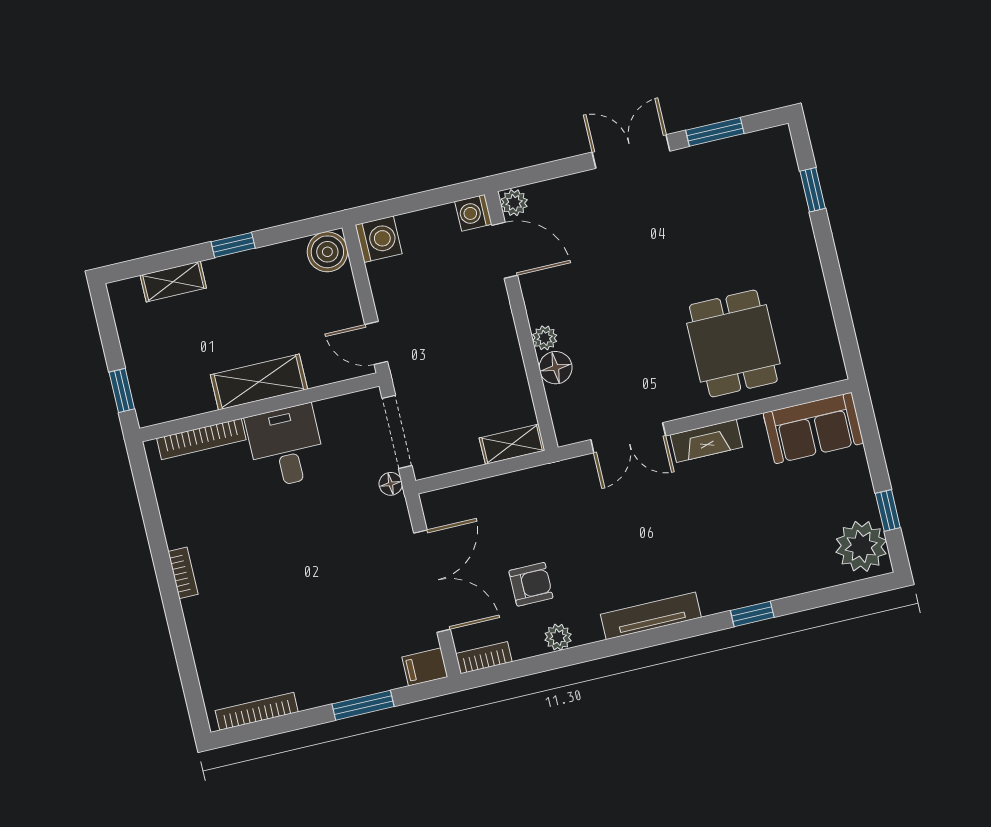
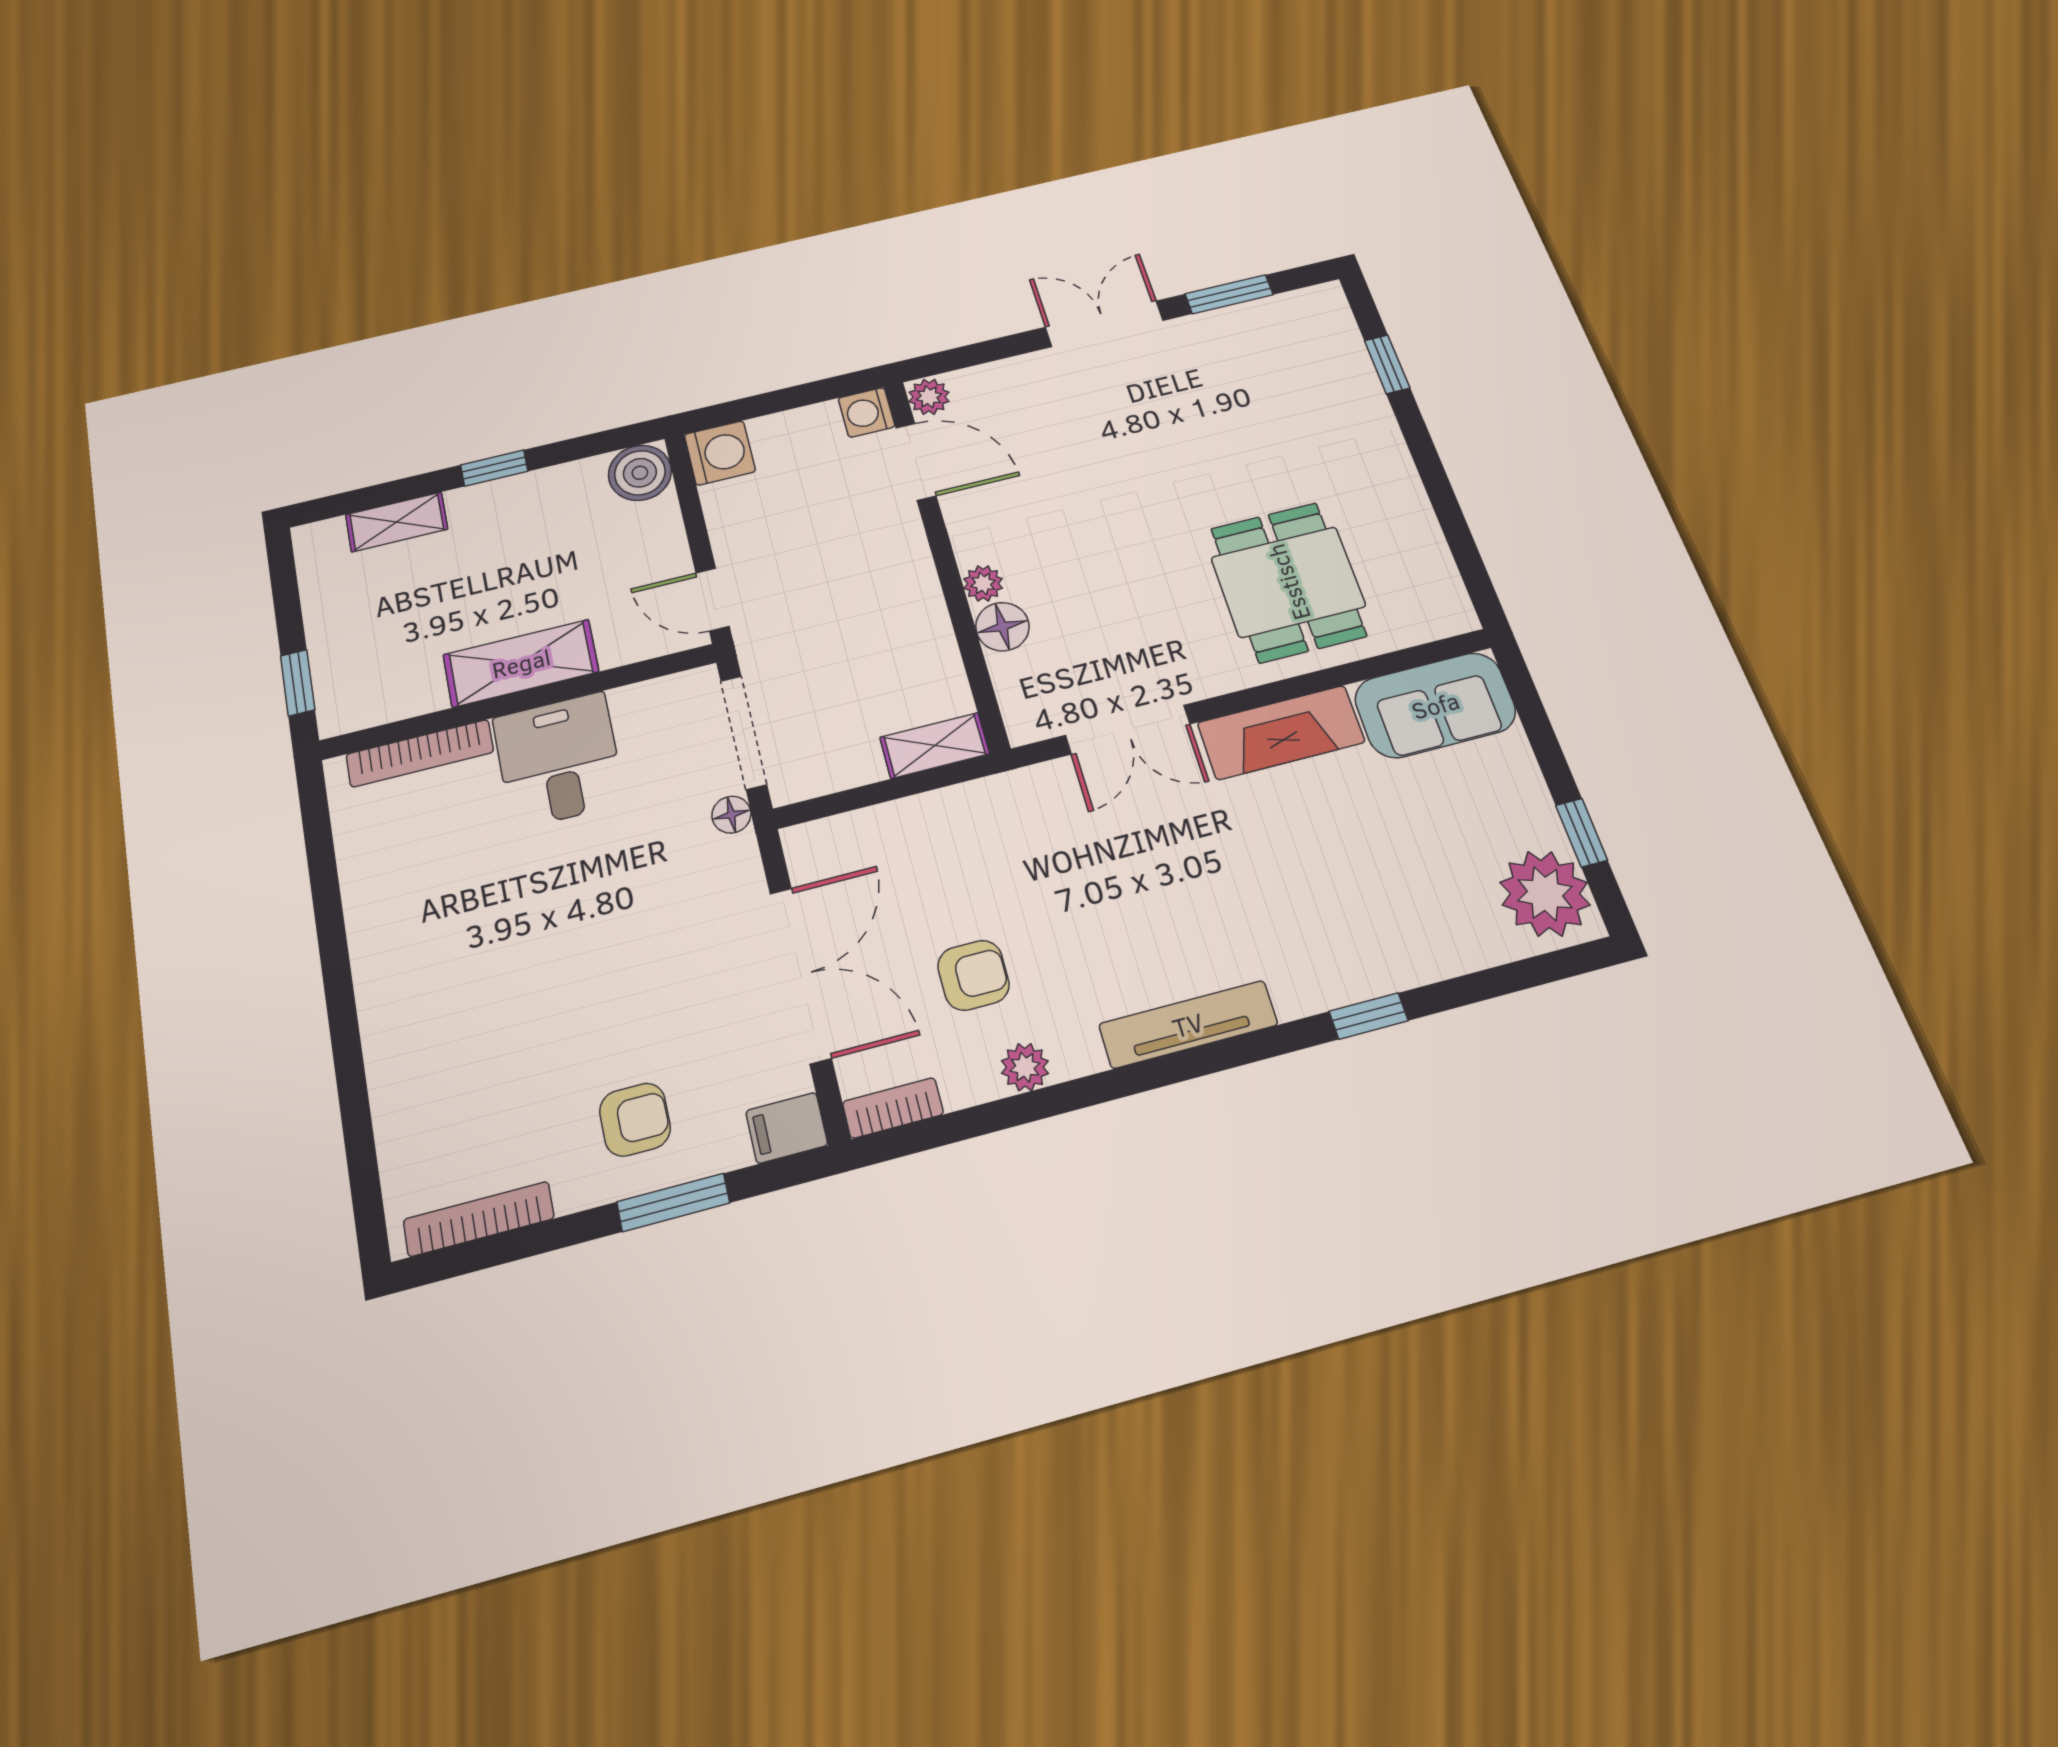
fireplace: (706, 441) -> (1281, 732), width x1.37, depth x1.32
bookcase: (183, 573) -> (369, 973), removed
armchair: (340, 660) -> (635, 1120), added

